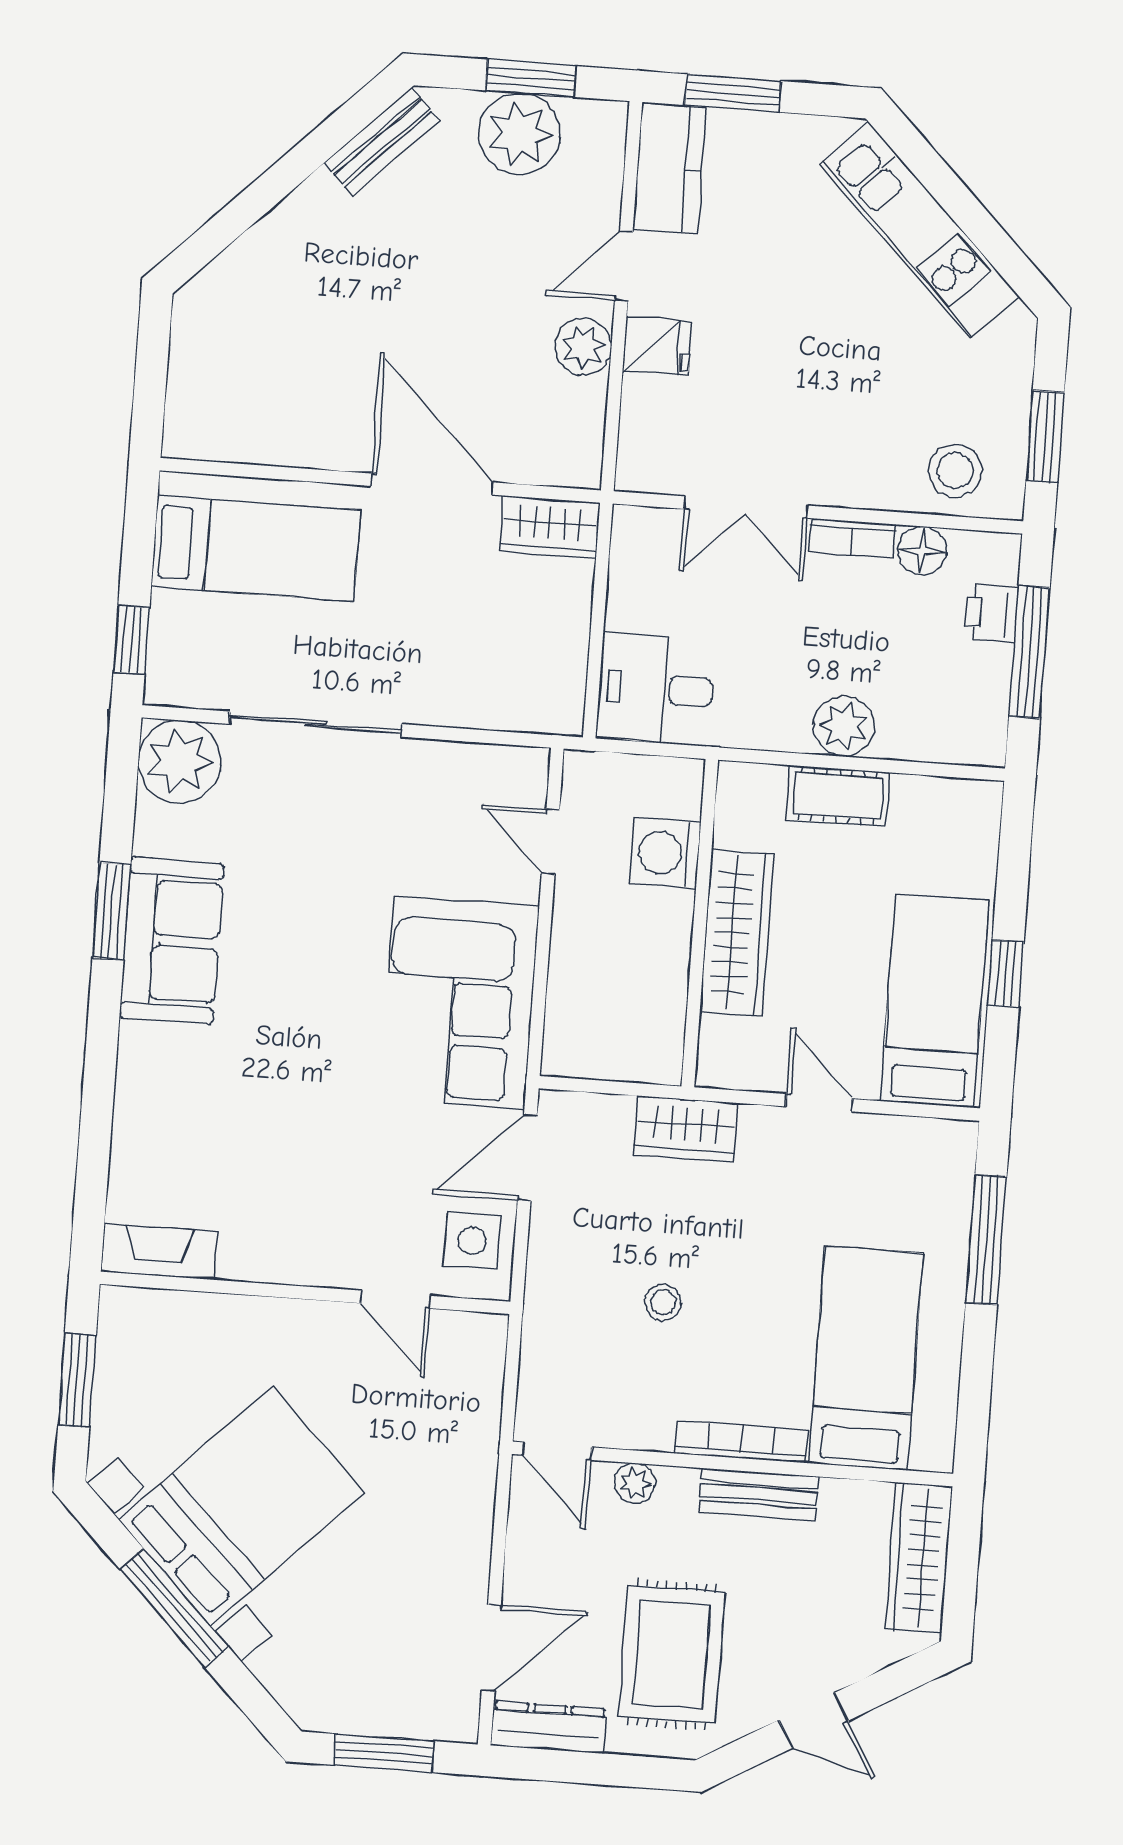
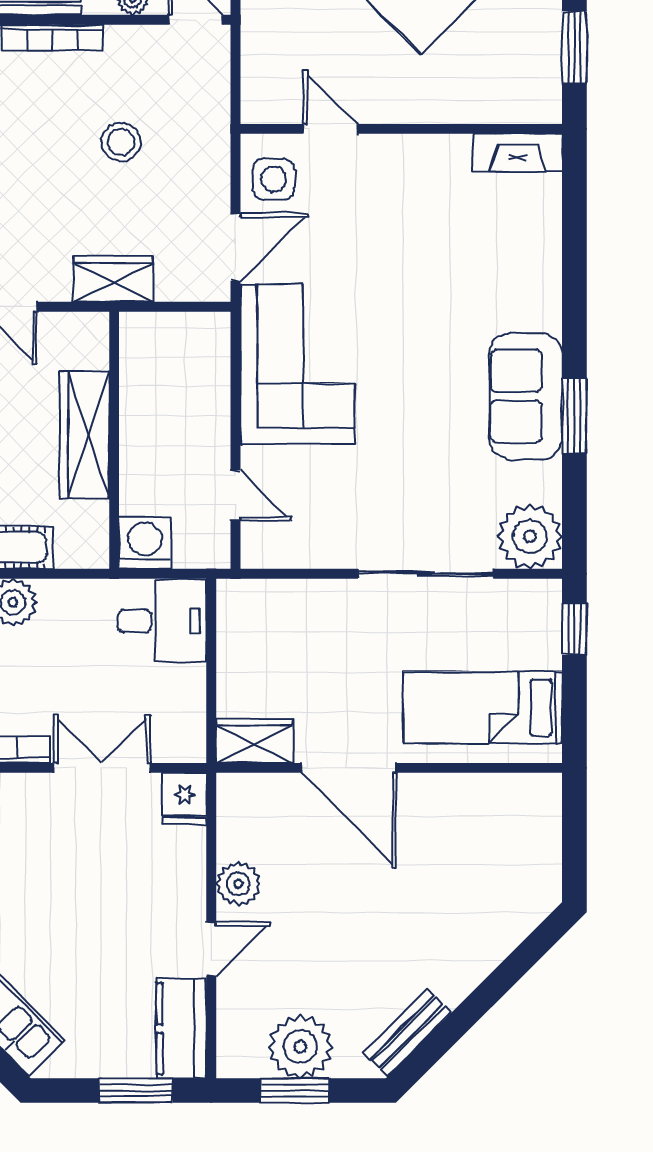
fridge: (657, 346) -> (185, 799), moved, turned -90
washing machine: (666, 853) -> (145, 543), moved, turned -90
stool: (663, 1302) -> (121, 142), width x1.37, depth x1.37

